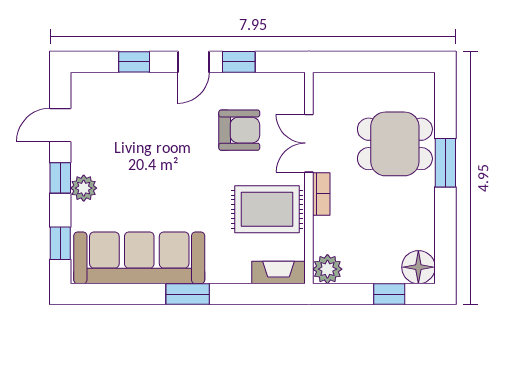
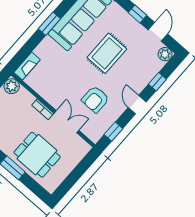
window: (239, 62) -> (113, 132), moved
dining table: (395, 144) -> (37, 155), turned 90
plant: (84, 188) -> (165, 54), moved
rug: (267, 209) -> (107, 53), moved

